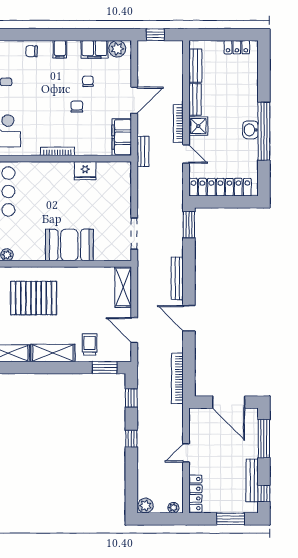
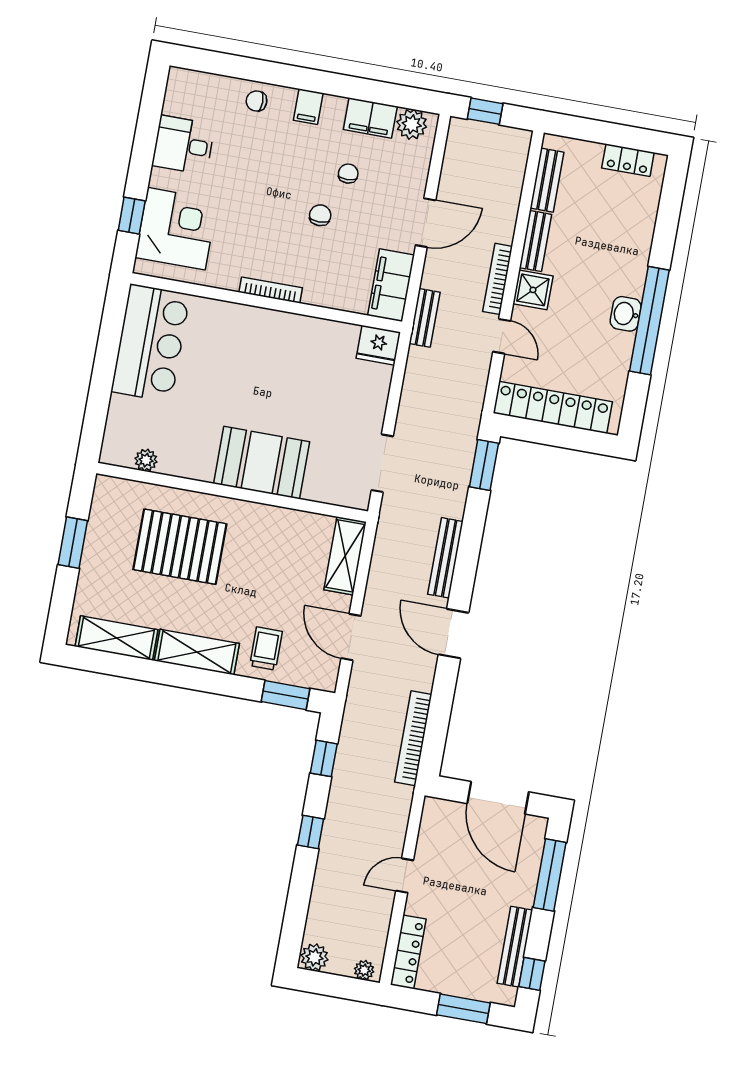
fridge: (85, 171) -> (378, 345), moved

